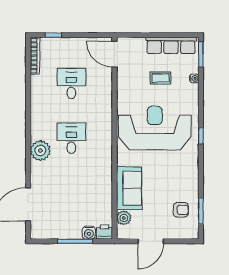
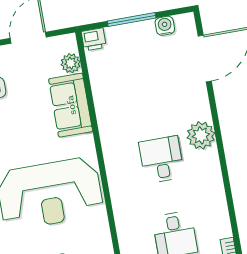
desk: (71, 138) -> (162, 160), turned 180
water cooler: (89, 233) -> (165, 26), moved

